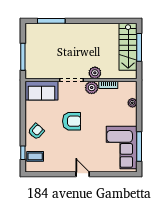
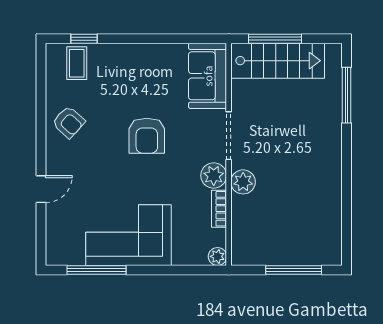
stairs: (128, 47) -> (278, 61), moved, turned 180
plant: (132, 103) -> (217, 256), moved
armchair: (36, 131) -> (69, 122), moved
corner sofa: (122, 148) -> (128, 235), moved
door: (83, 174) -> (41, 189), moved

